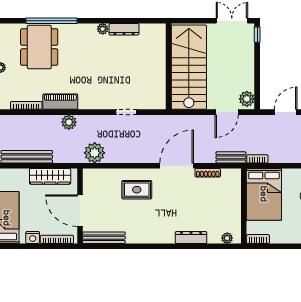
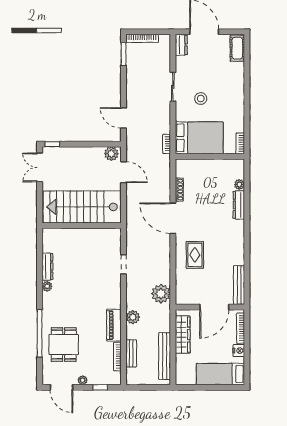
dining table: (39, 47) -> (64, 345), width x0.73
bench: (231, 157) -> (131, 353), moved
plant: (227, 238) -> (239, 184), moved

